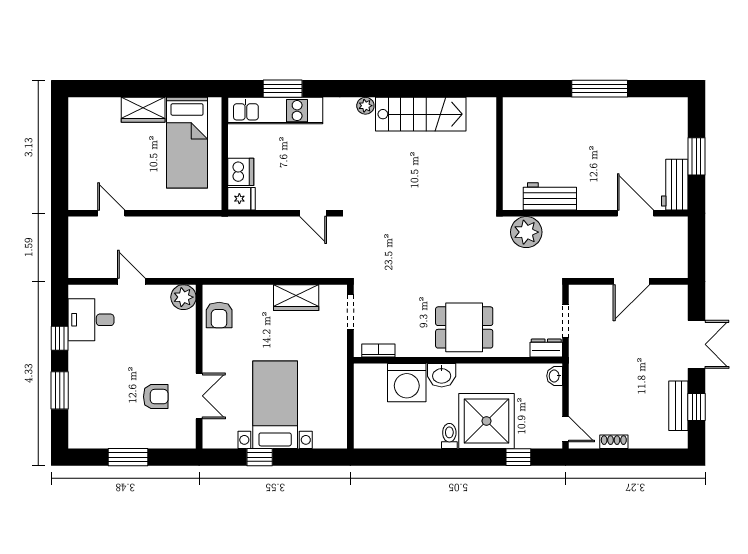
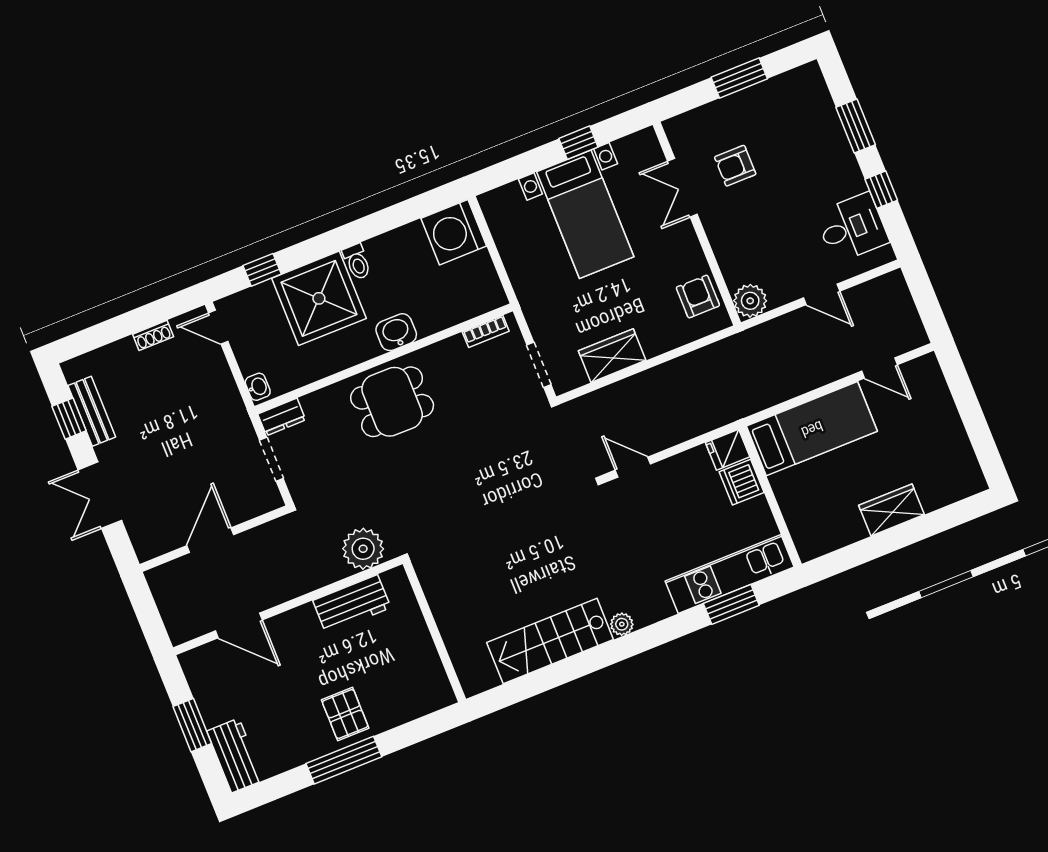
pallet: (586, 121) -> (345, 714), added
bed: (187, 143) -> (812, 429), moved, turned 90
workbench: (675, 185) -> (235, 755), moved
washing machine: (407, 383) -> (454, 232), moved, turned -90

